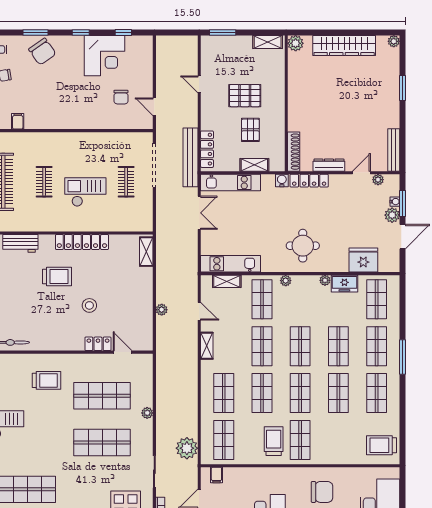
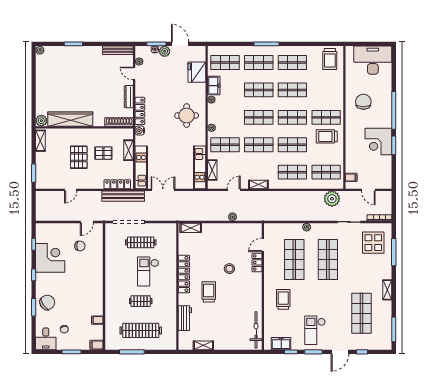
wardrobe: (344, 45) -> (70, 119), moved, turned -90
clothes rail: (126, 182) -> (141, 242), width x1.36

